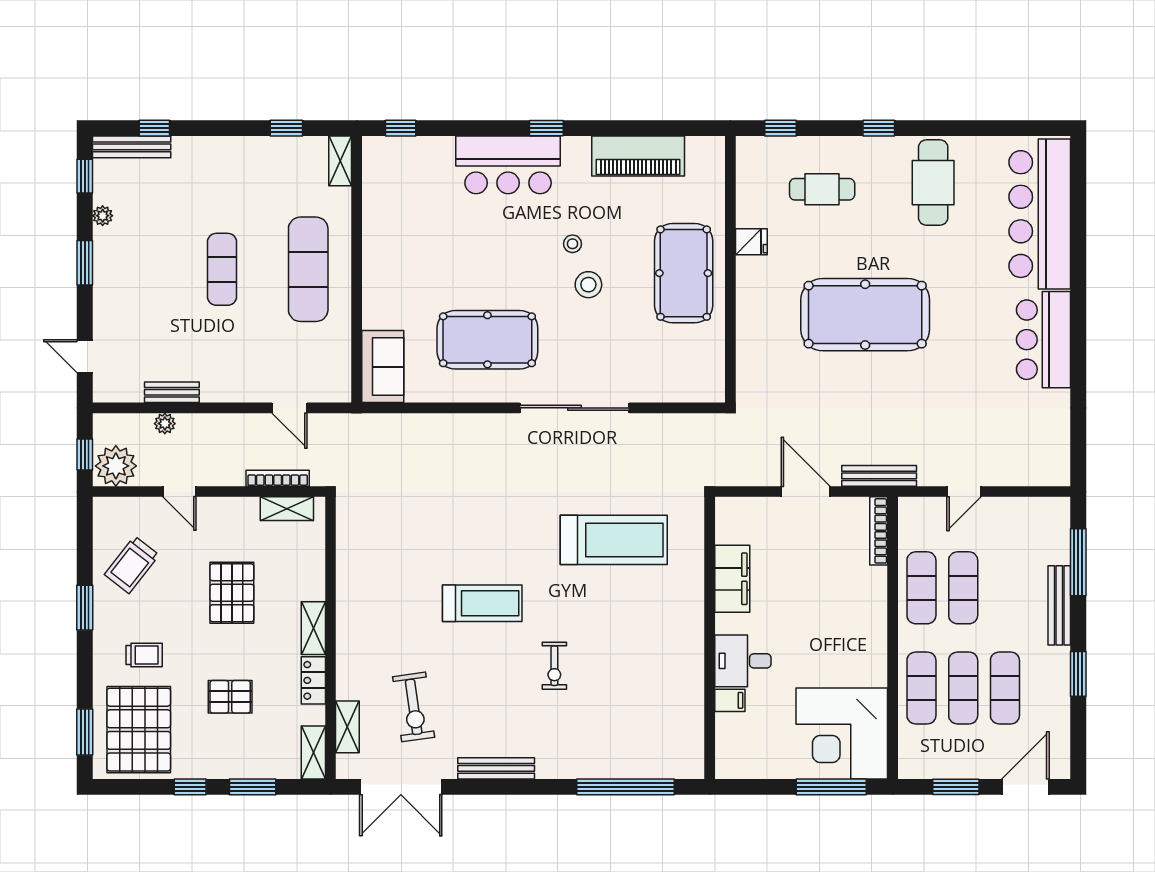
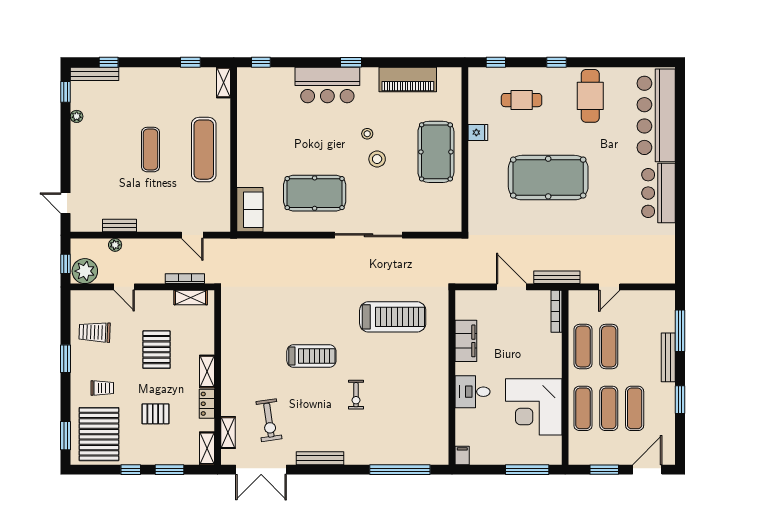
window: (85, 263) -> (66, 146), removed
trolley: (132, 565) -> (95, 332), turned 54
filing cabinet: (730, 700) -> (462, 455), moved, turned -90
corner desk: (842, 733) -> (534, 407), moved

